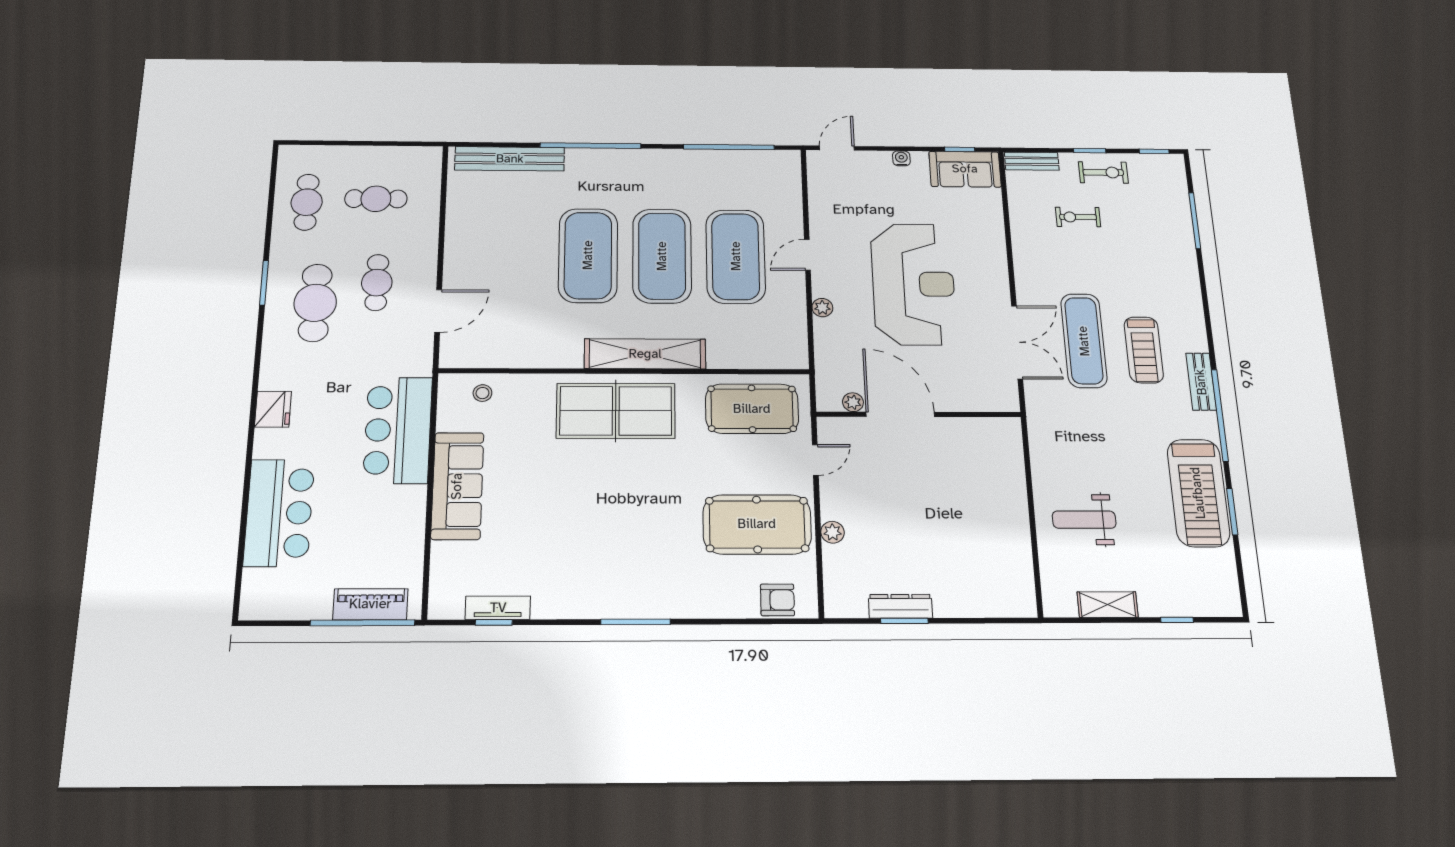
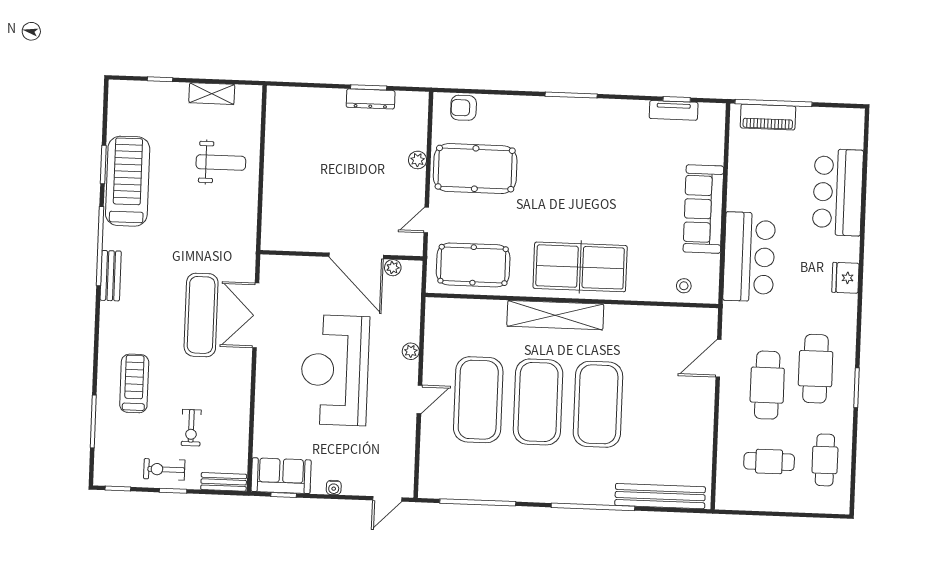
exercise bike: (1078, 217) -> (191, 428), turned 90
cafe table: (377, 283) -> (767, 385), width x1.37, depth x1.35
treadmill: (1144, 350) -> (134, 383), moved

